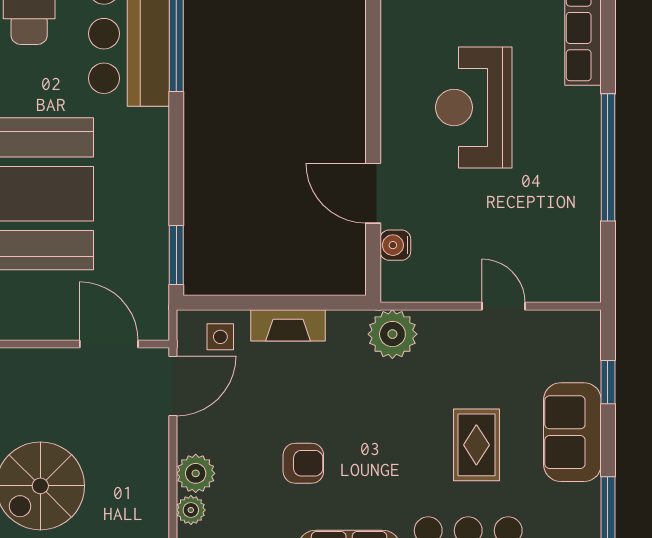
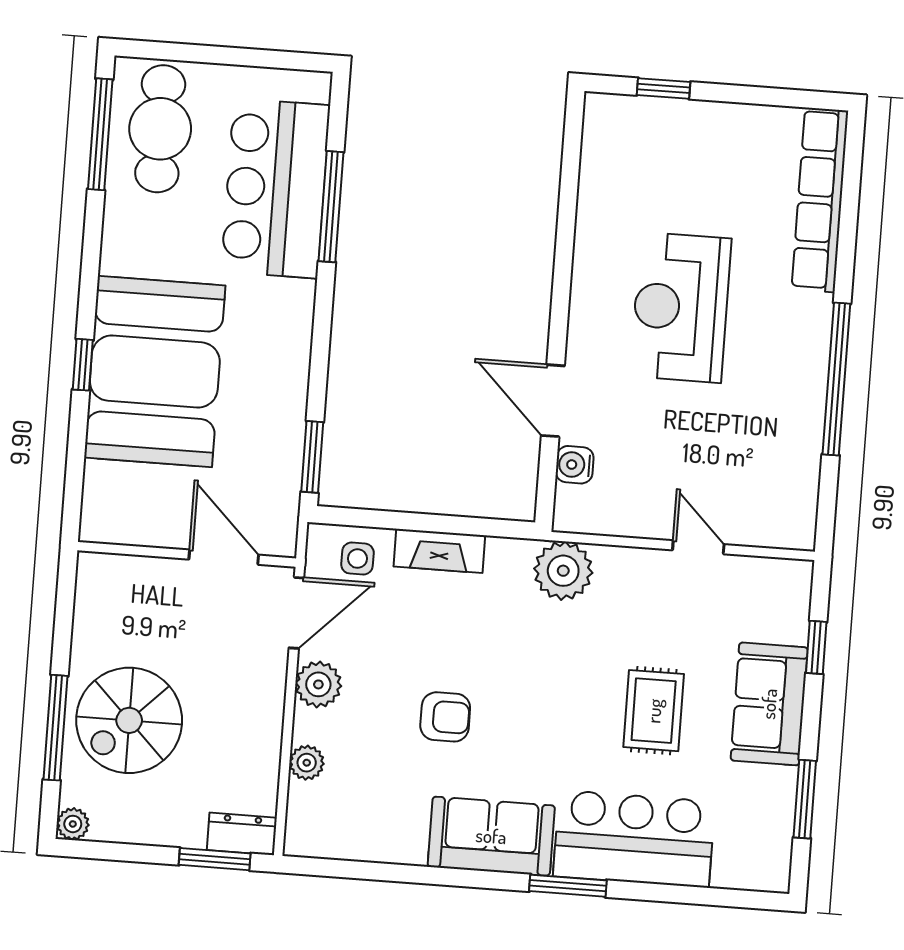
plant: (196, 473) -> (318, 684), moved

